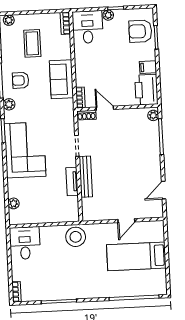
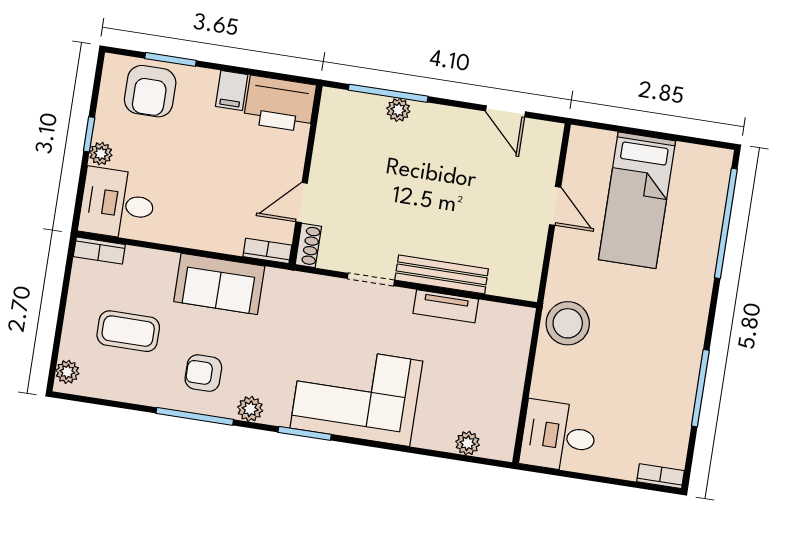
armchair: (21, 80) -> (203, 373), turned 90
plant: (153, 115) -> (398, 110), moved

